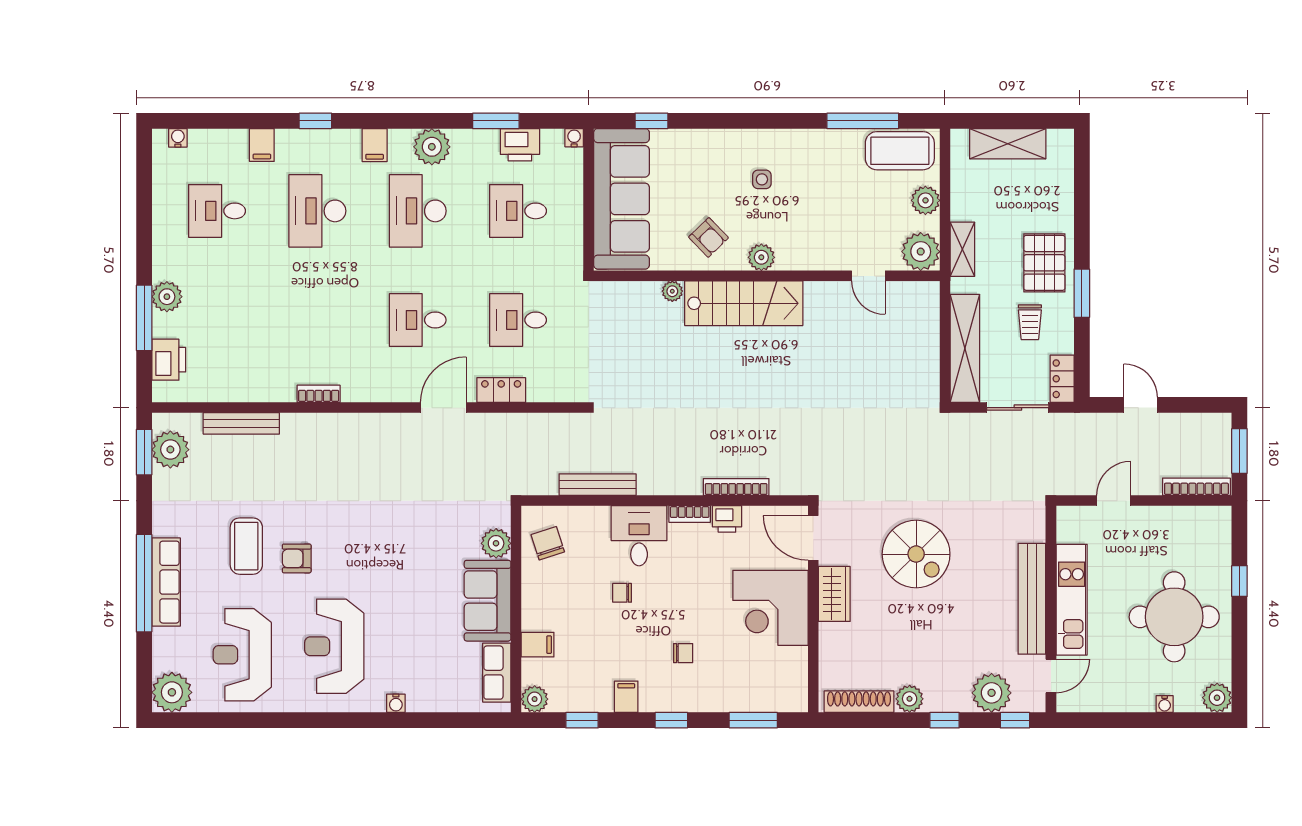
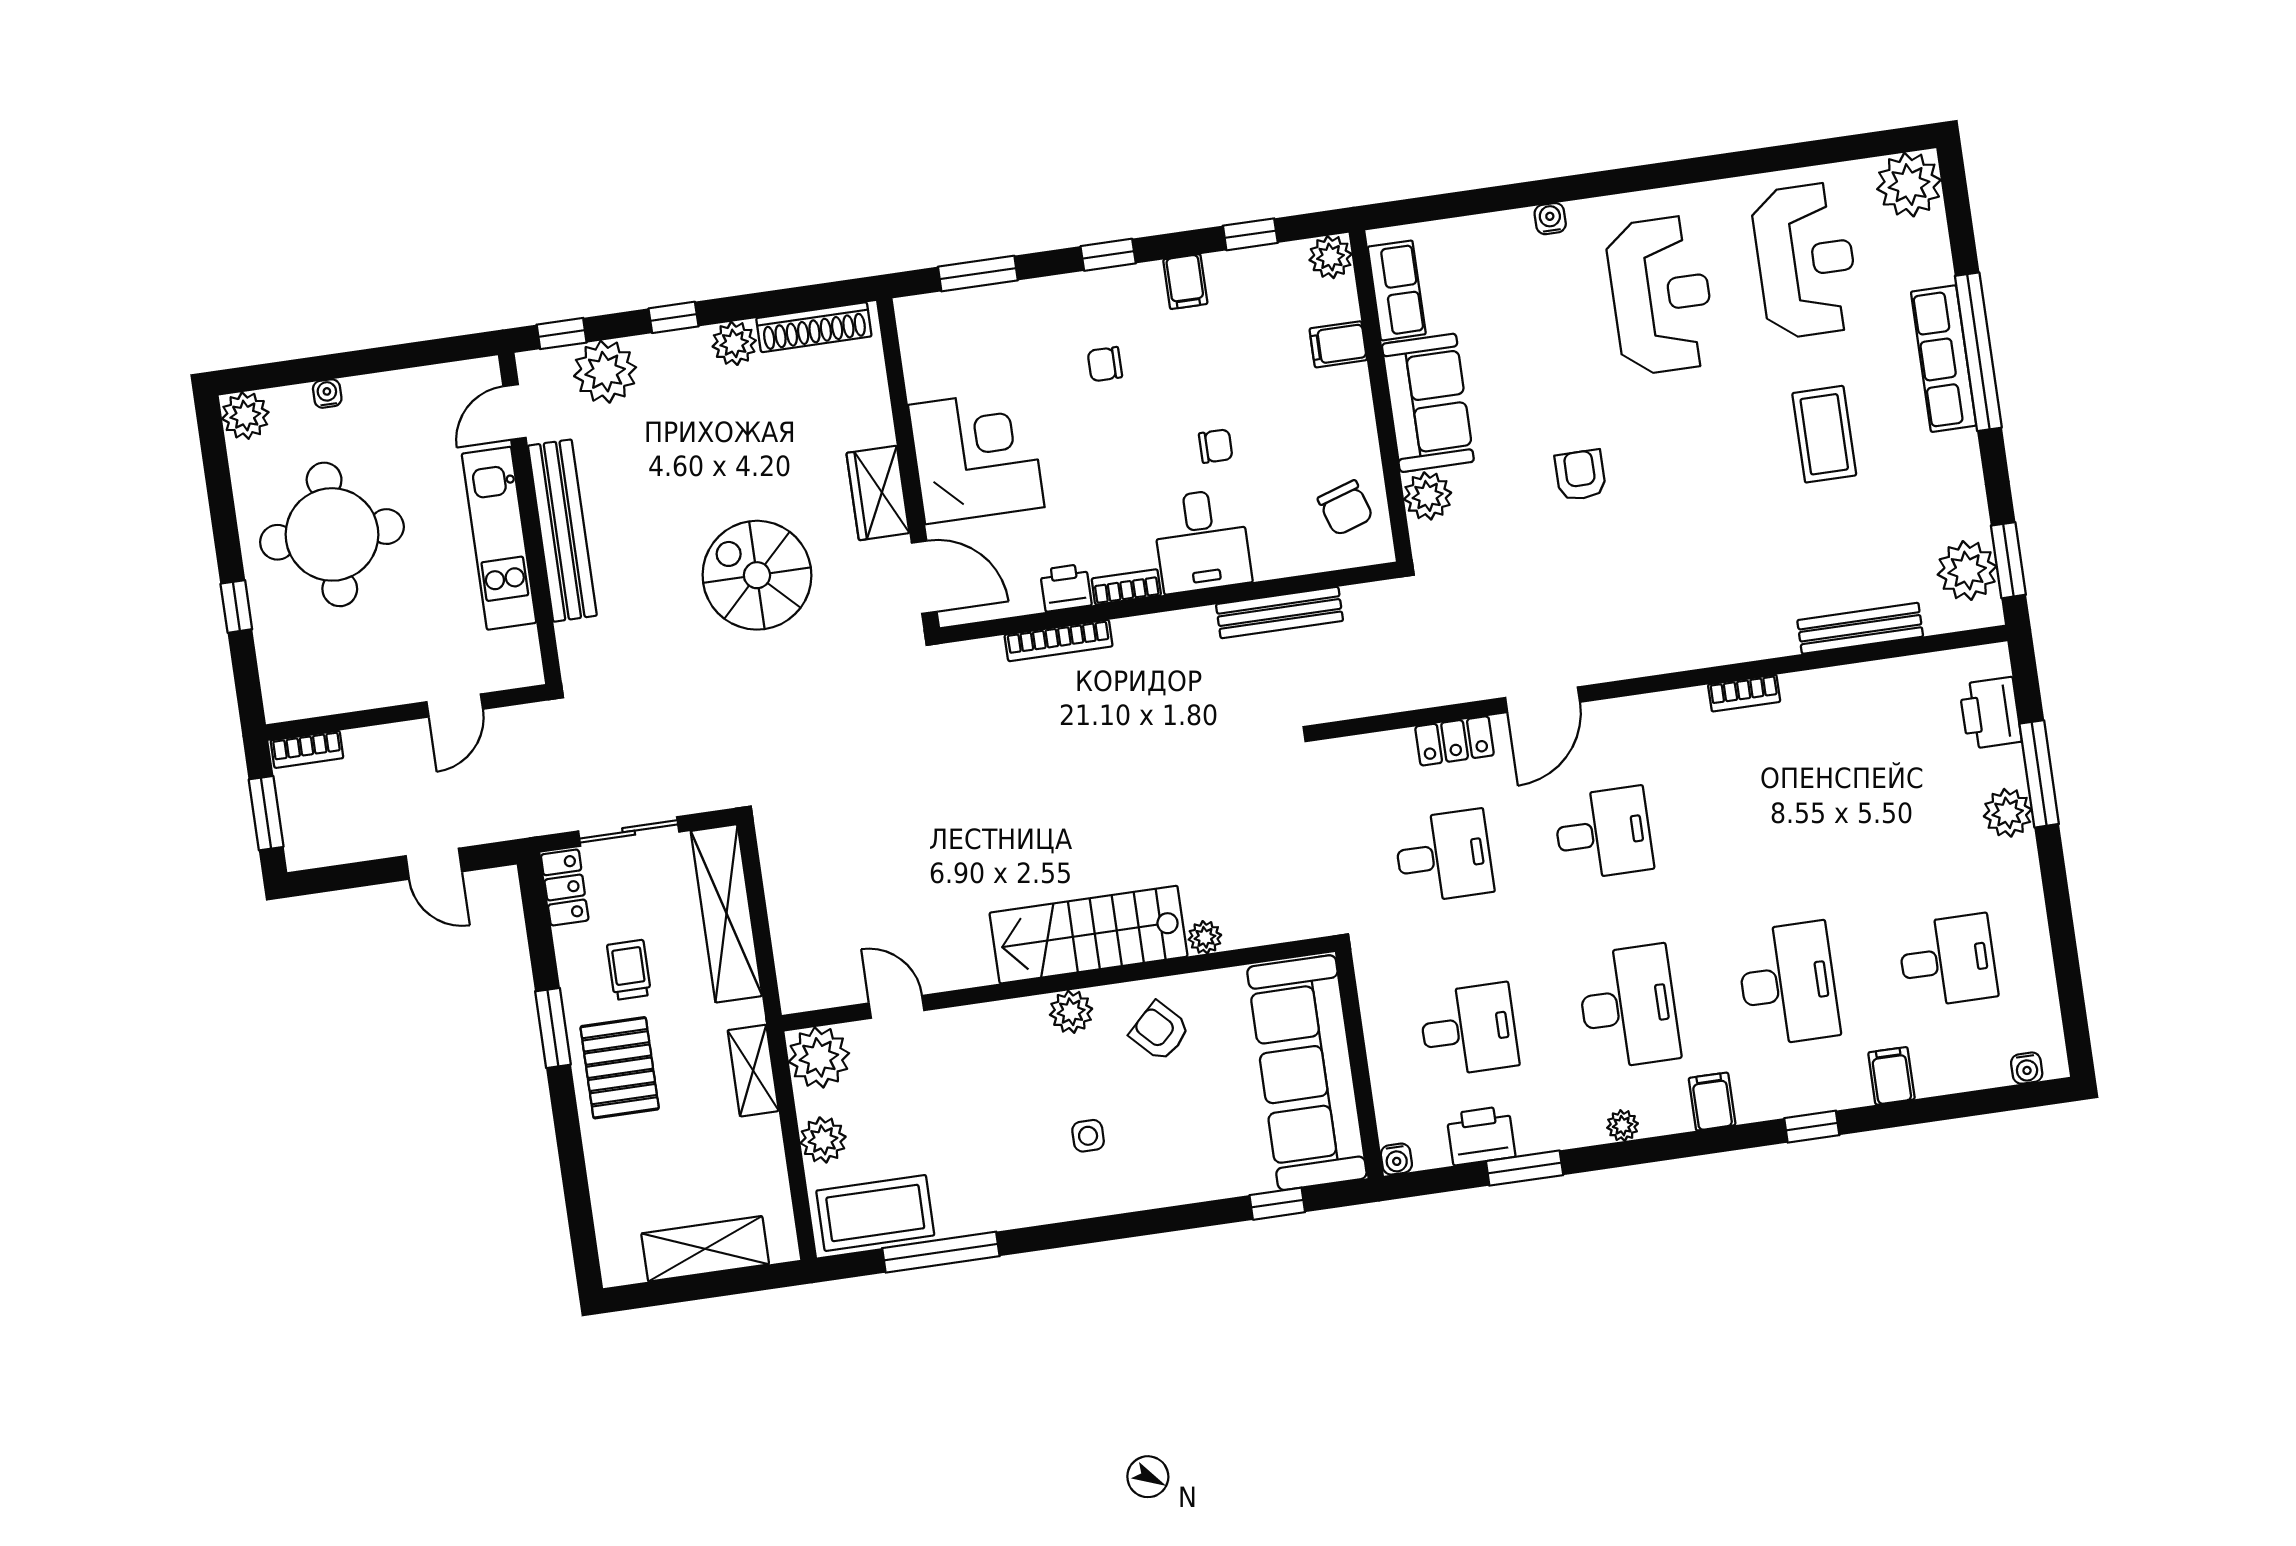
plant: (432, 147) -> (1623, 1126), width x0.53, depth x0.53
bookcase: (1196, 487) -> (307, 749), width x0.64
armchair: (297, 558) -> (1580, 475), moved, turned -90

